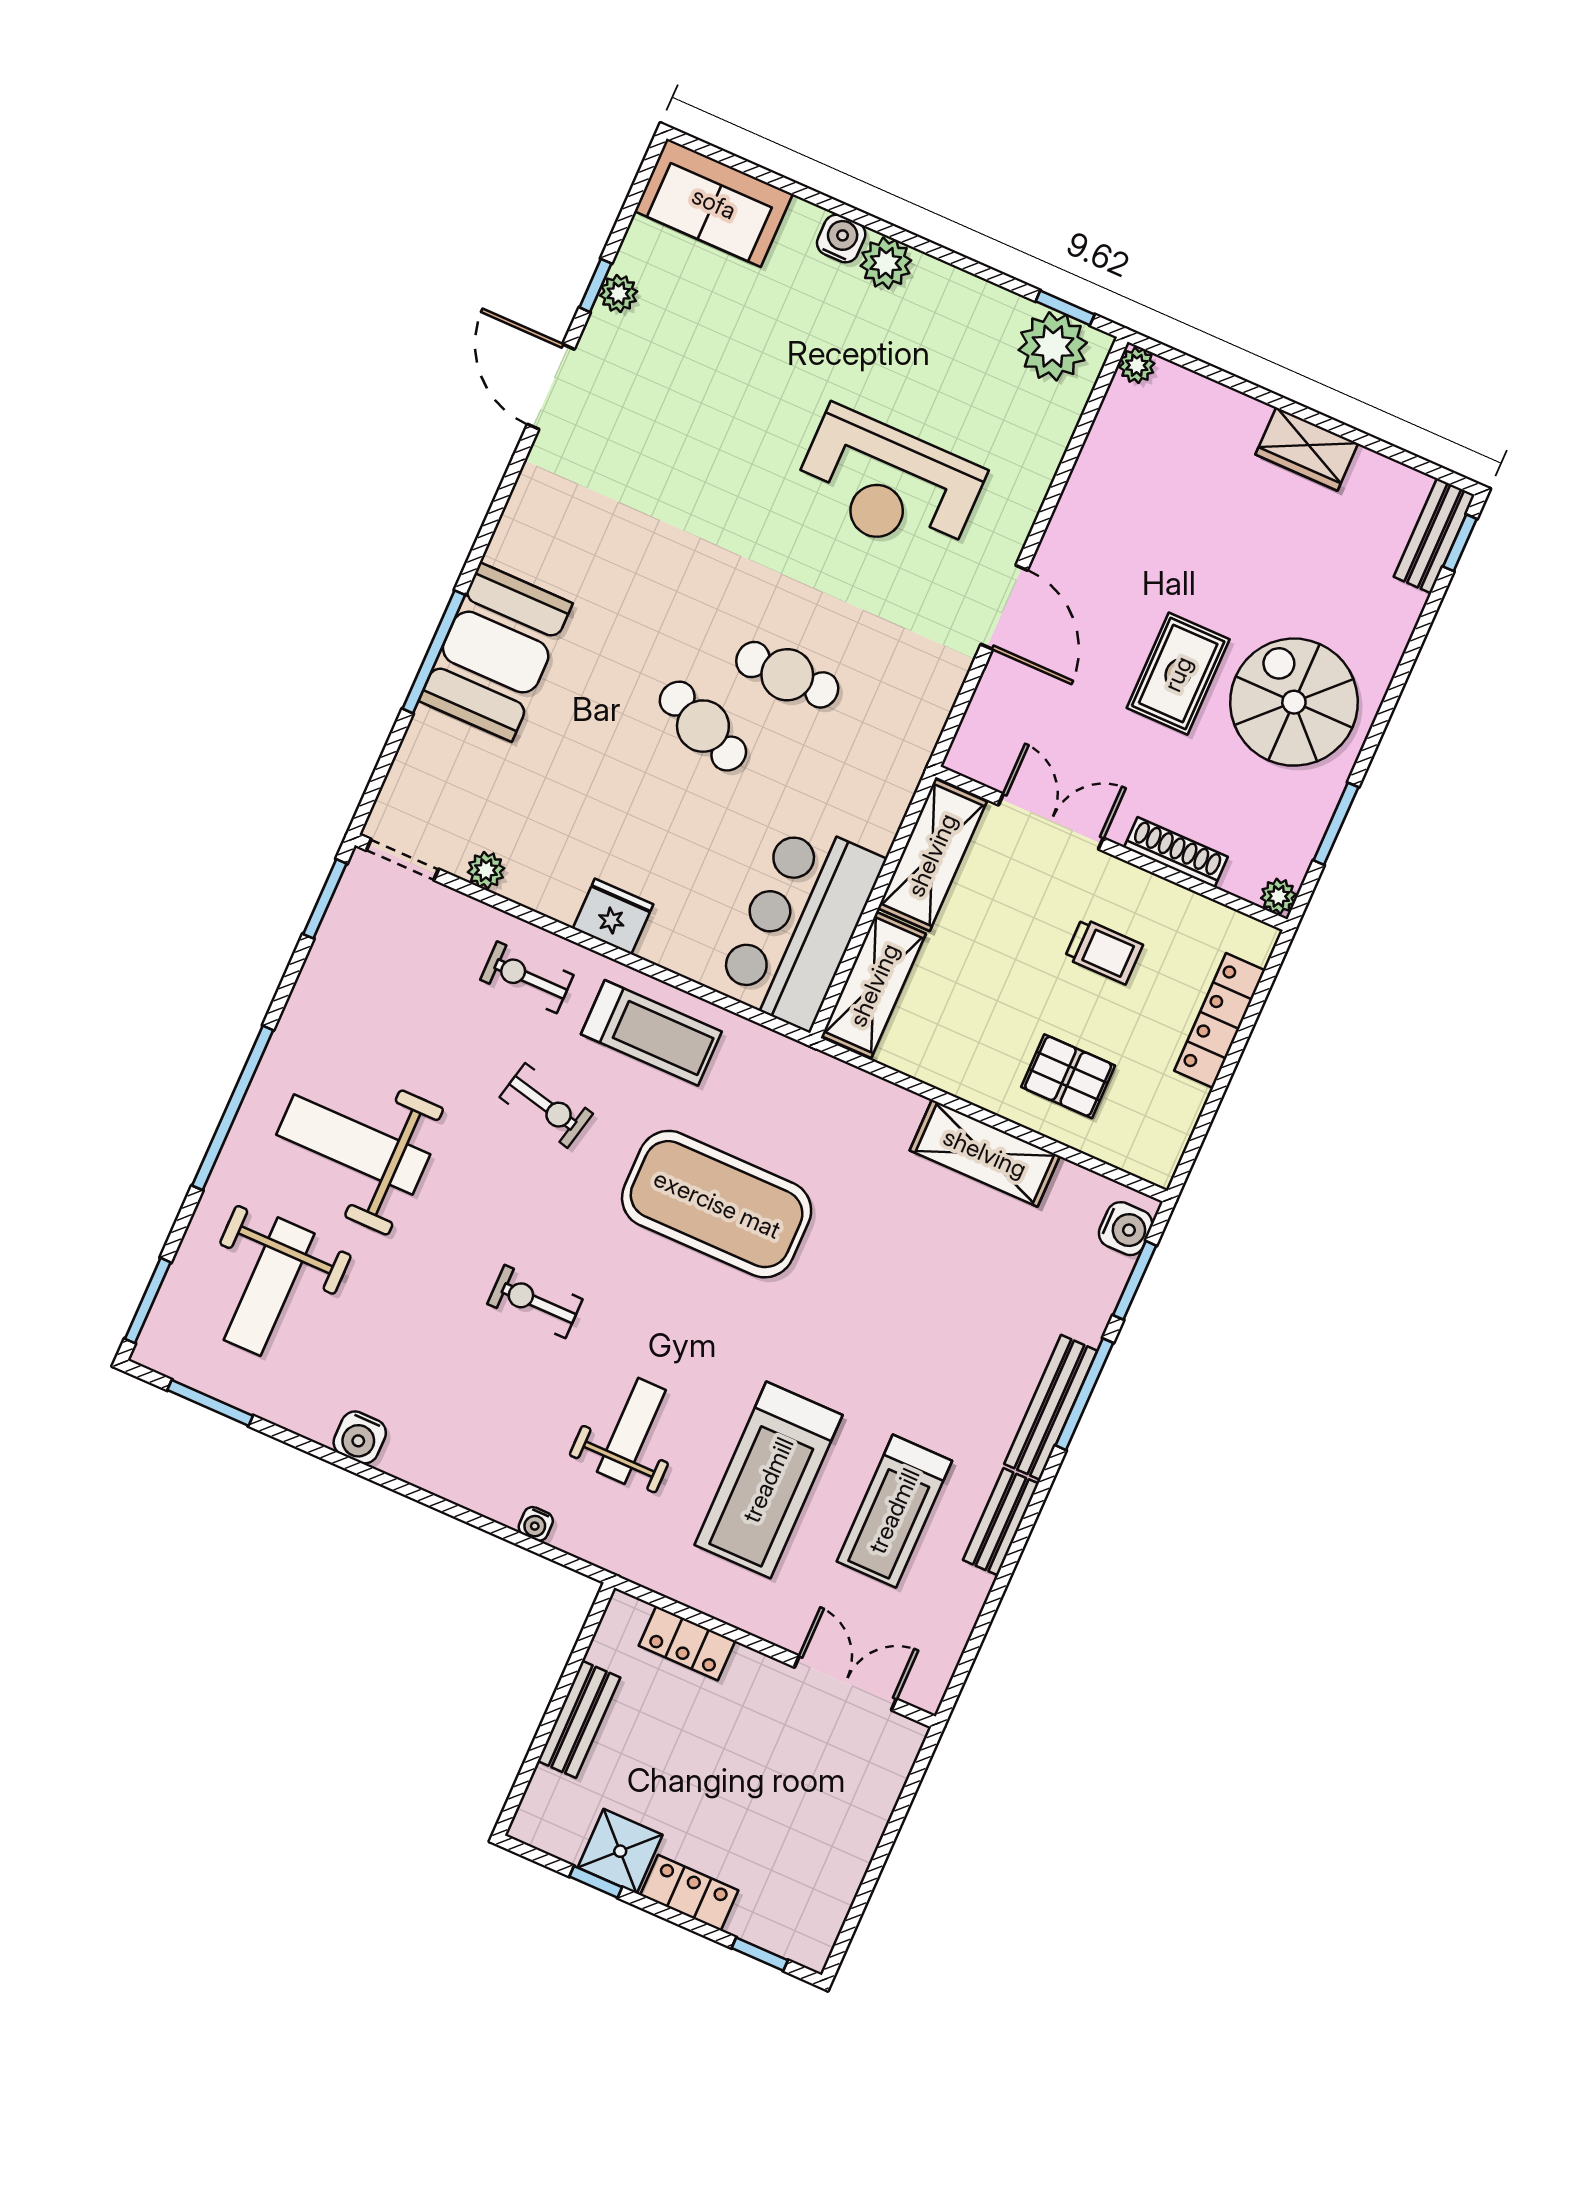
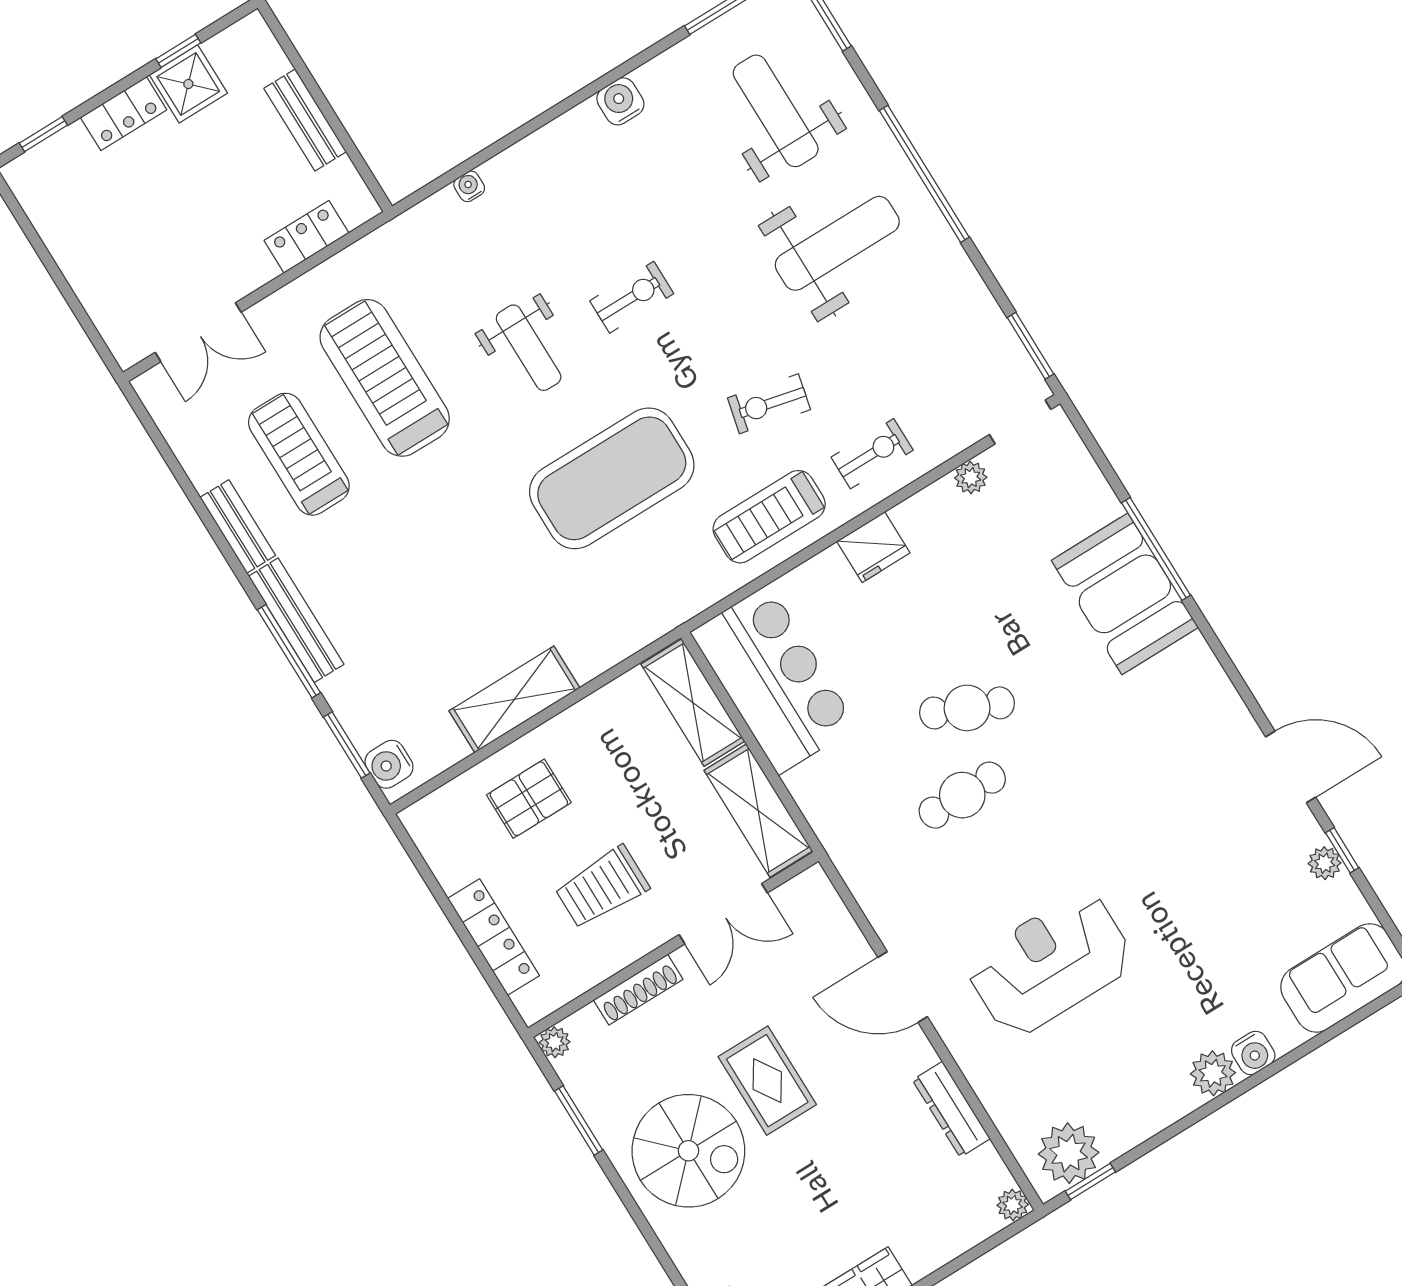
dresser: (1087, 484) -> (951, 1109), added
trolley: (1104, 951) -> (602, 887), width x1.36, depth x1.39
weight bench: (631, 1431) -> (529, 348), moved

